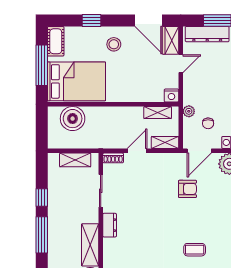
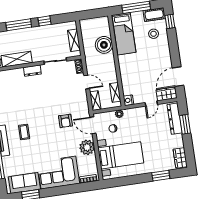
window: (91, 21) -> (170, 21), moved
stool: (114, 44) -> (154, 34), moved
door: (181, 64) -> (151, 103), hinge flipped
bed: (76, 81) -> (124, 34), width x0.67
boiler: (73, 119) -> (104, 45), moved

